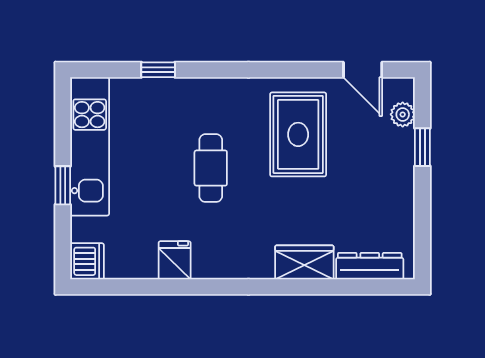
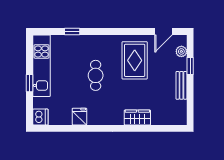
door: (363, 70) -> (163, 31), hinge flipped
bench: (403, 190) -> (181, 85), added
dresser: (370, 266) -> (167, 119), removed

